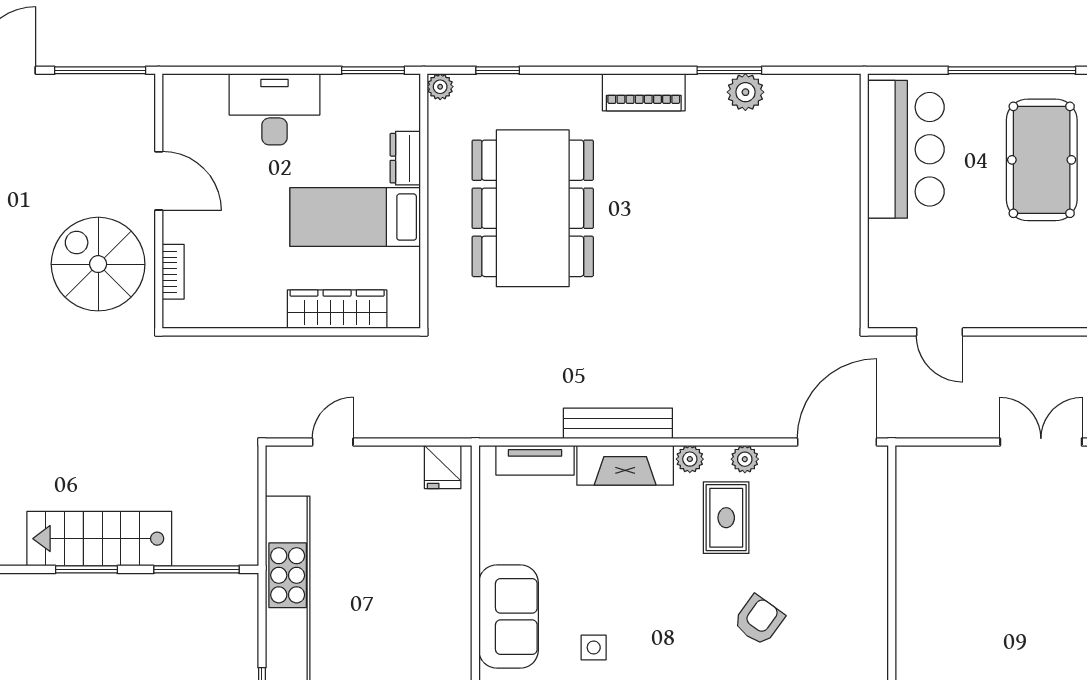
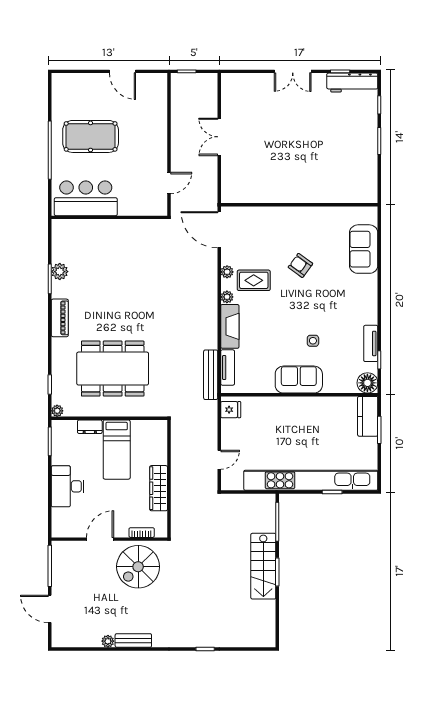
wardrobe: (337, 309) -> (159, 488), moved
bench: (618, 423) -> (211, 375), moved
door: (333, 442) -> (219, 460), swing flipped

